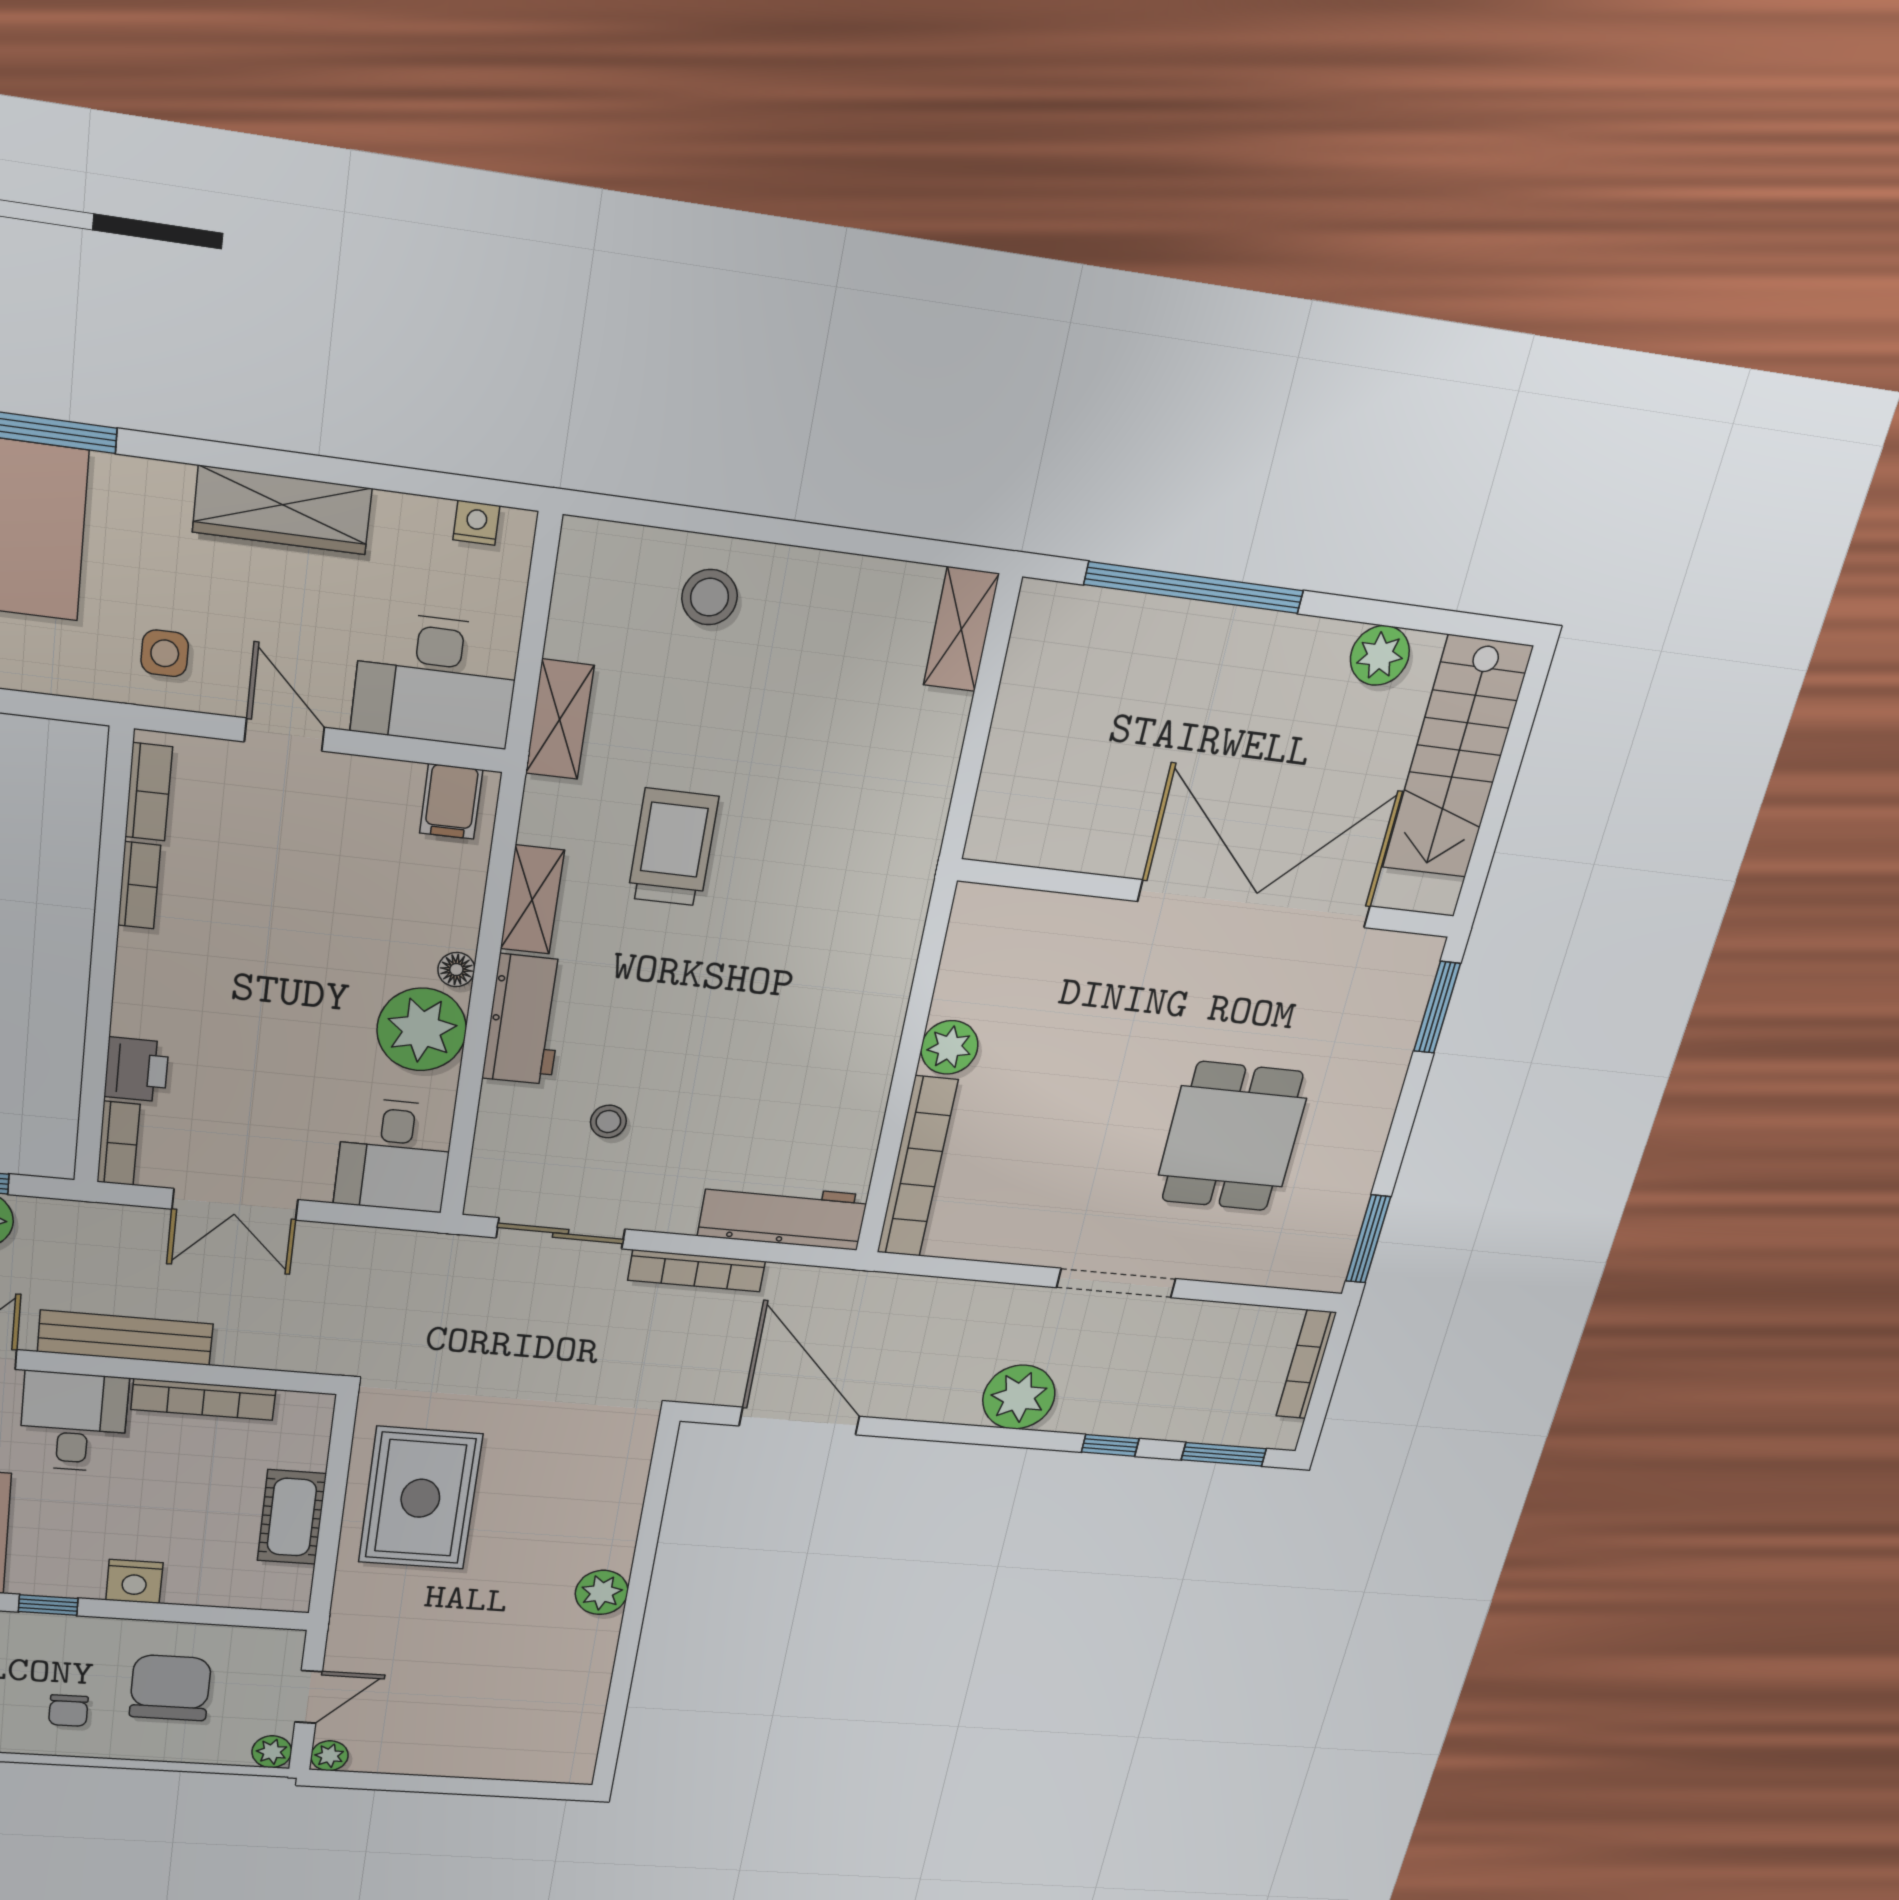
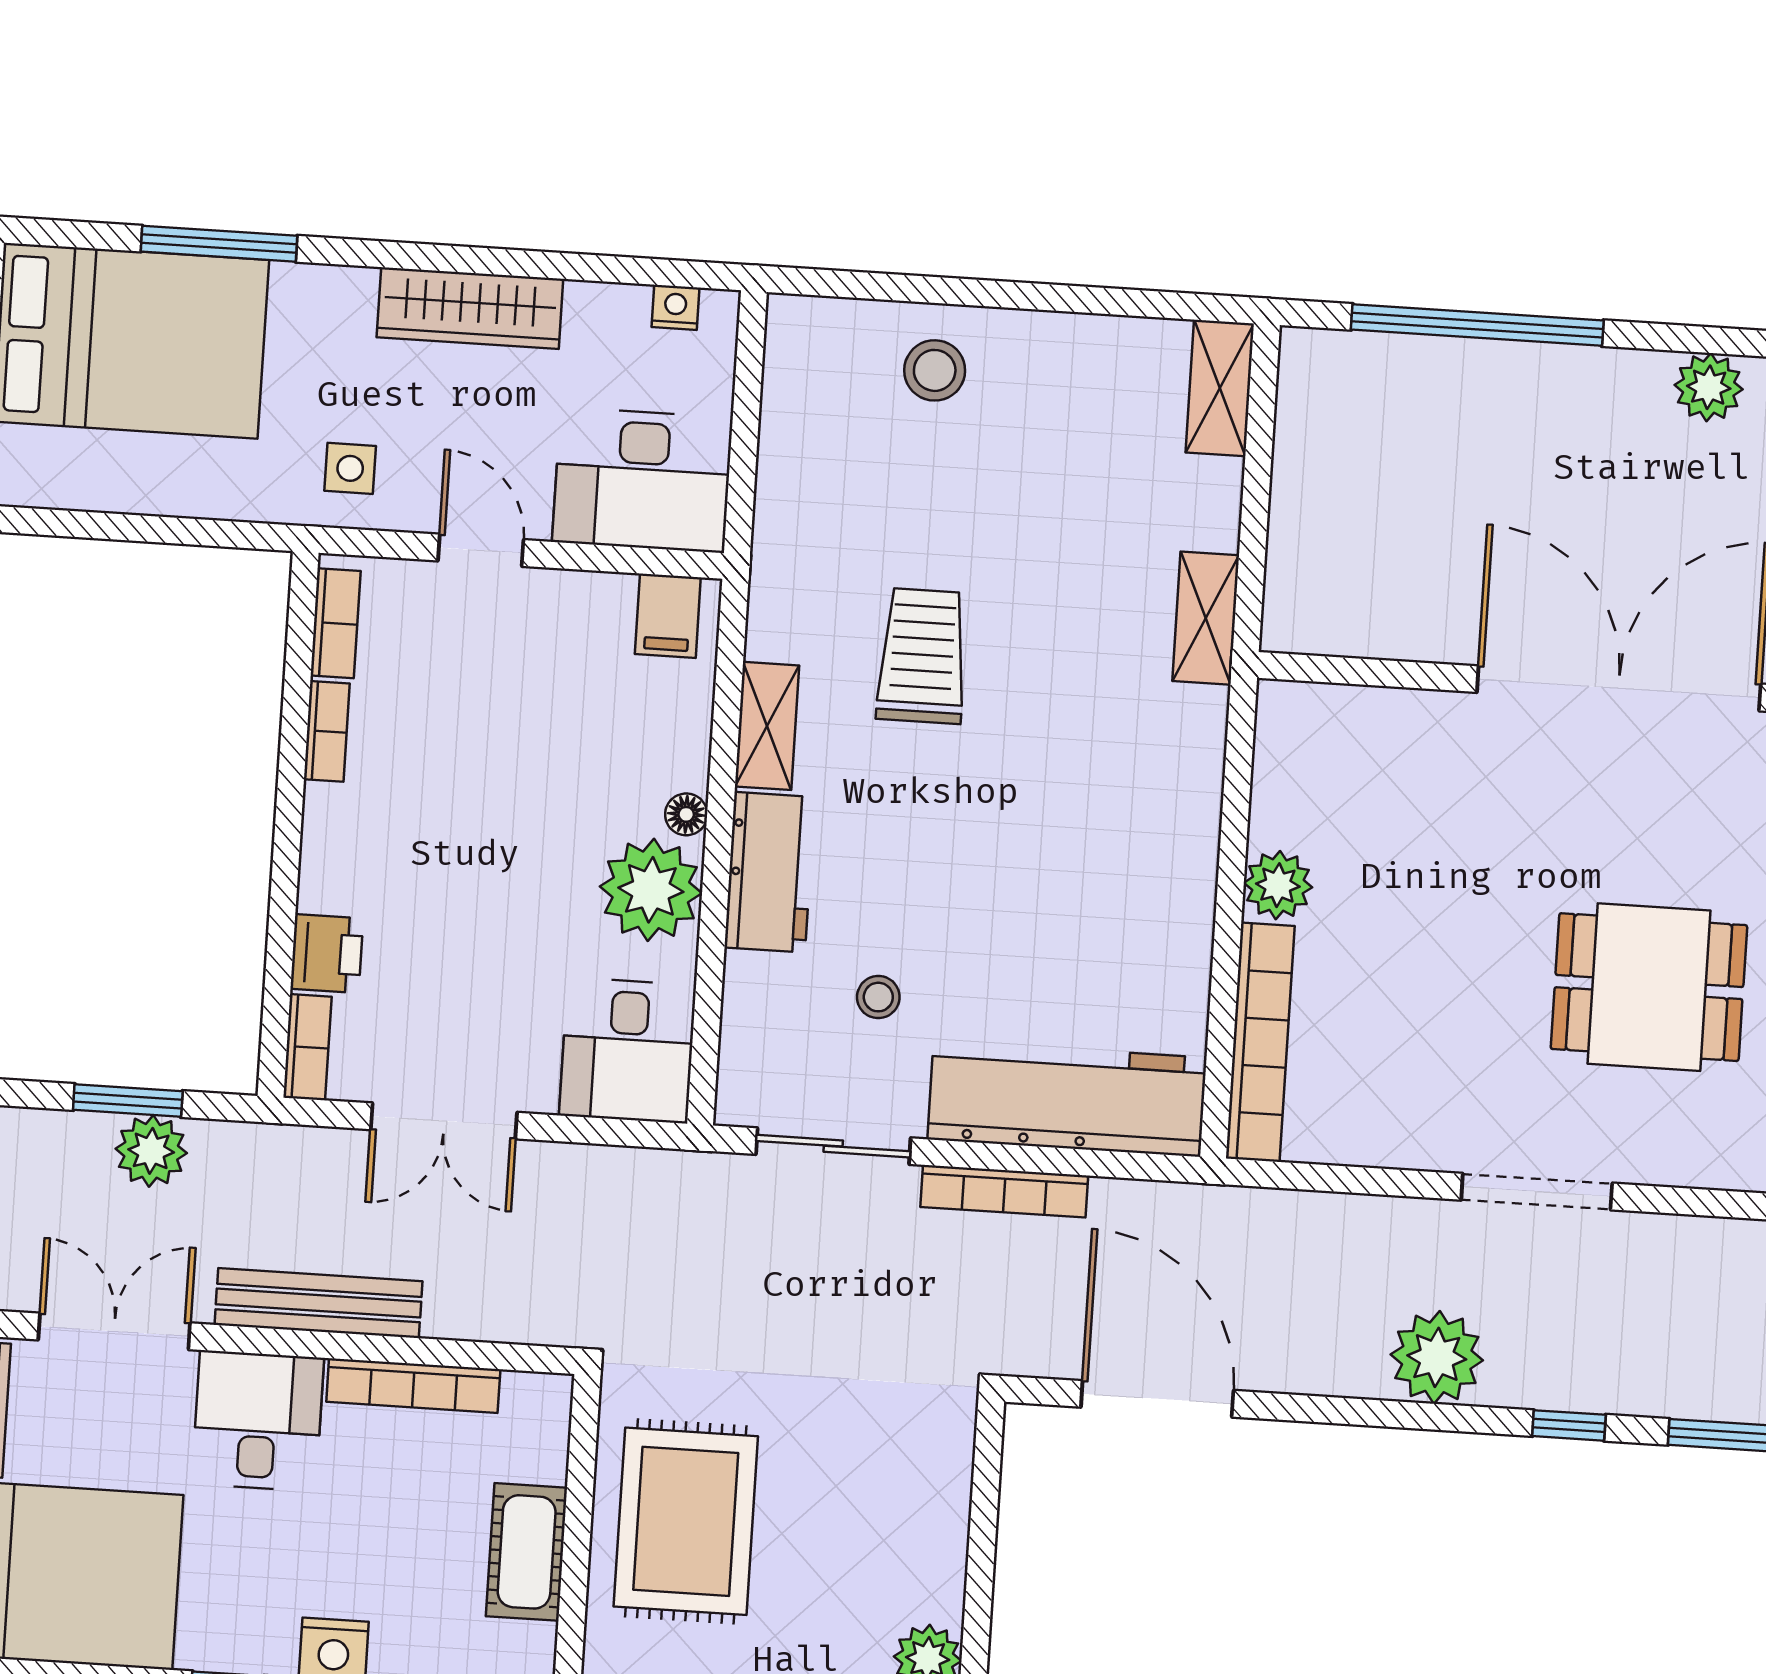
shelving: (560, 719) -> (1206, 618), moved
dining table: (1232, 1137) -> (1649, 987), turned 90
workbench: (783, 1215) -> (1067, 1098), width x1.36, depth x1.32

